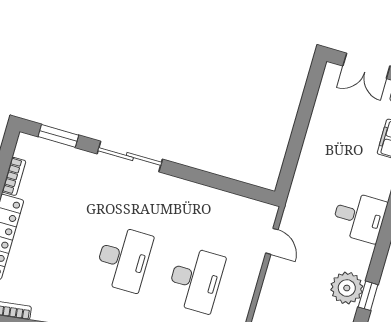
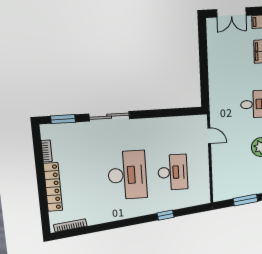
desk: (124, 259) -> (127, 175), width x1.36, depth x1.30

